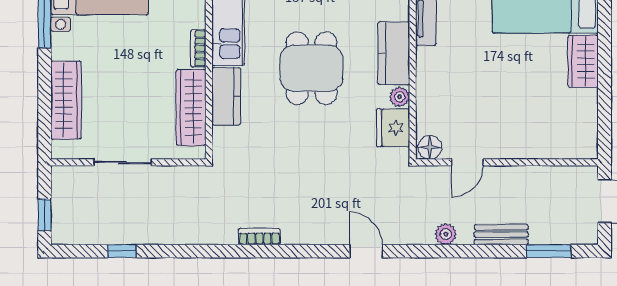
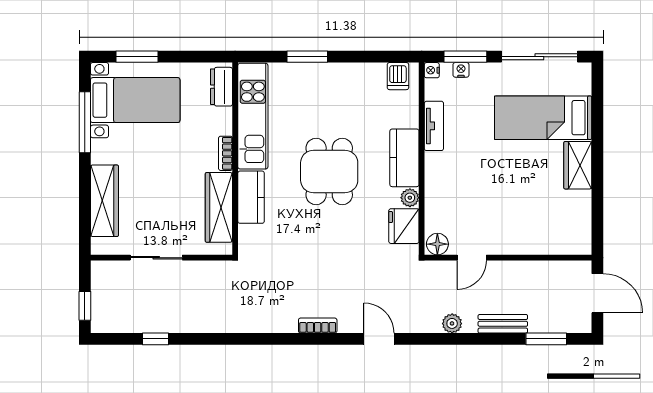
bookcase: (259, 236) -> (318, 326), moved

